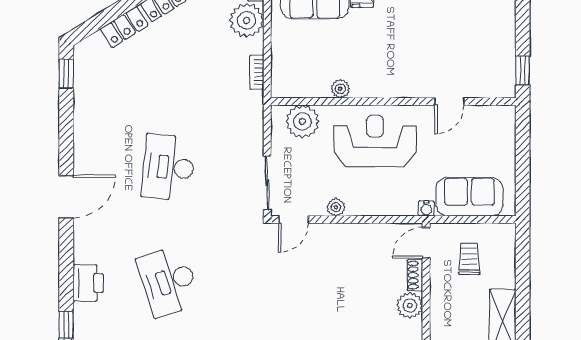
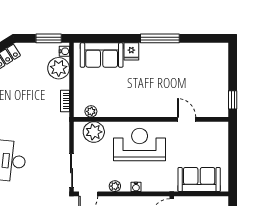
plant: (340, 89) -> (91, 111), moved
door: (449, 101) -> (187, 119), swing flipped
water cooler: (426, 208) -> (136, 187), moved

